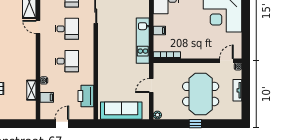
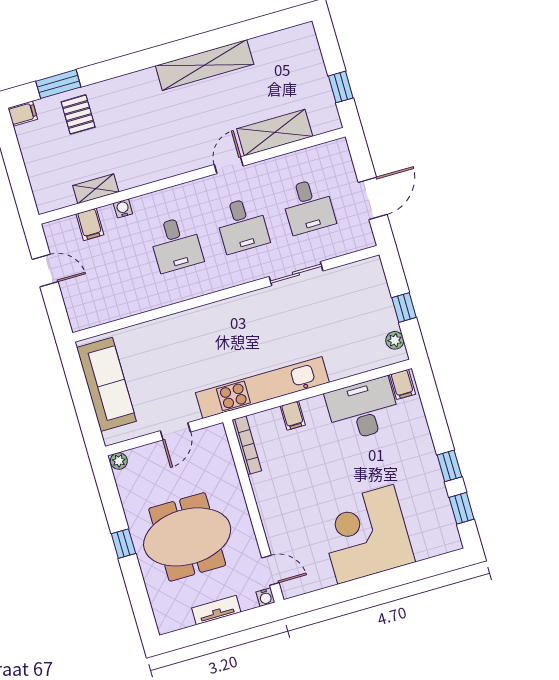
kitchen unit: (143, 41) -> (262, 388), width x1.36
door: (151, 86) -> (175, 431), swing flipped
printer: (86, 96) -> (116, 303), removed

